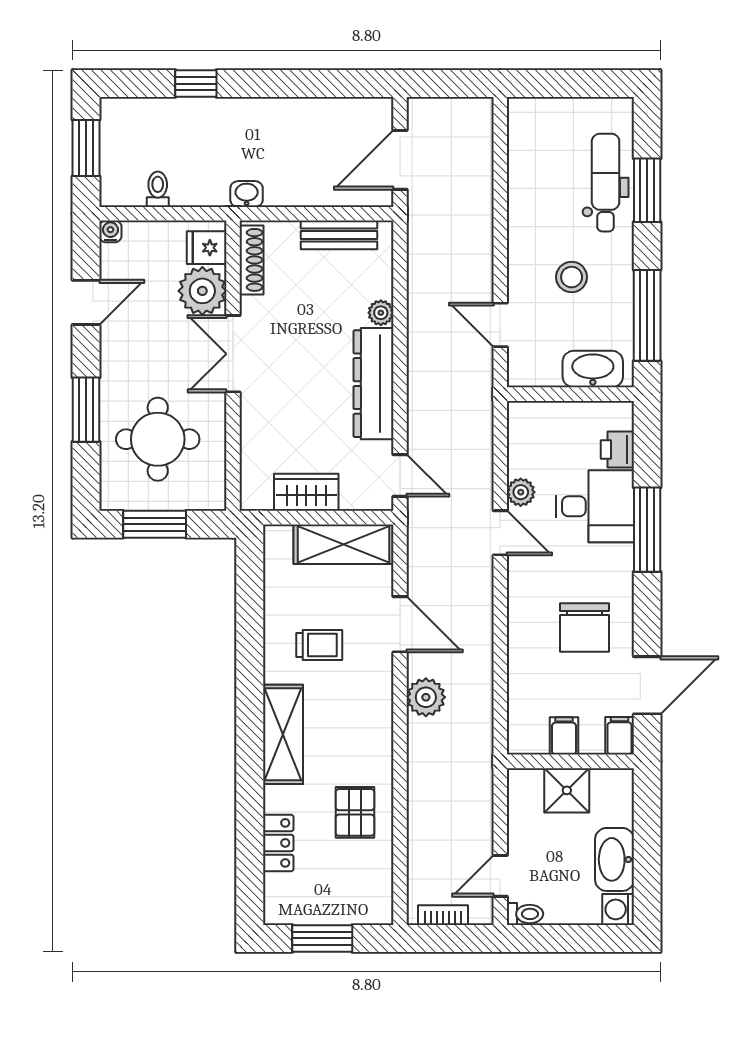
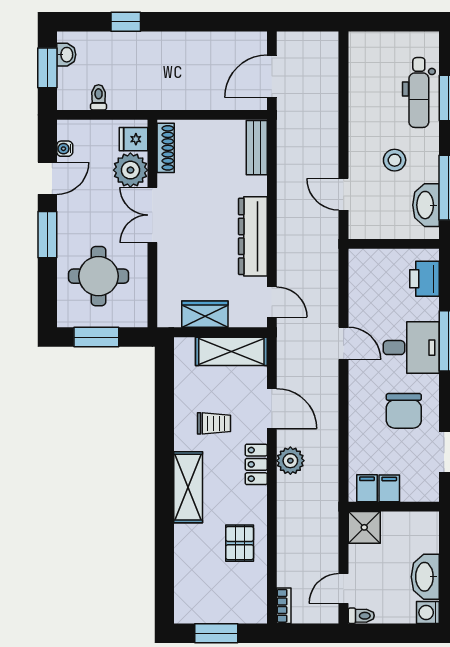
dental chair: (606, 183) -> (419, 93), turned 180
washbasin: (247, 194) -> (66, 55), moved, turned 90
water cooler: (110, 231) -> (65, 149), moved, turned -90
bench: (339, 235) -> (257, 148), moved, turned 90
plant: (381, 313) -> (258, 186), removed
washbasin: (593, 369) -> (426, 205), moved, turned -90
window: (86, 410) -> (47, 235), moved
printer: (617, 450) -> (425, 279), width x1.36, depth x1.24
plant: (521, 492) -> (358, 314), removed
desk: (595, 506) -> (411, 348), moved
filing cabinet: (620, 736) -> (367, 488), moved
shower: (567, 790) -> (364, 527), moved
locker: (278, 843) -> (256, 464), moved, turned 180
bookcase: (443, 915) -> (284, 606), moved, turned 90

